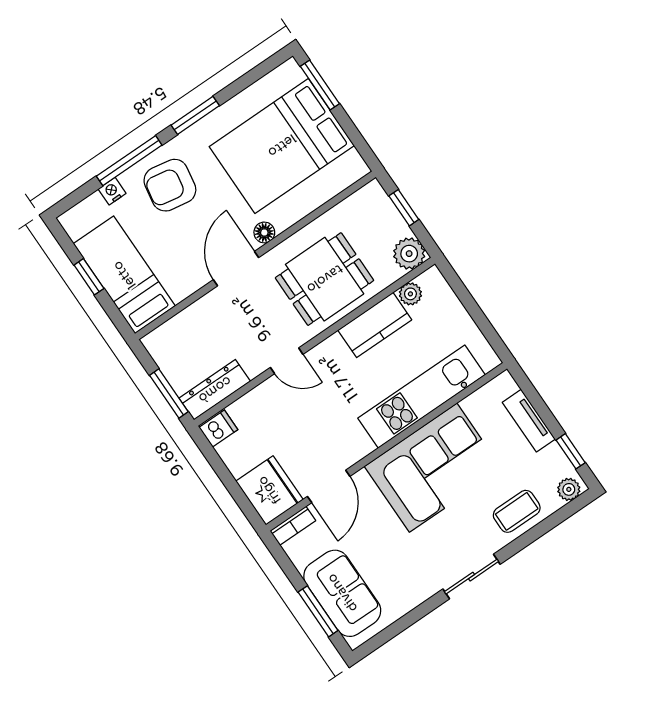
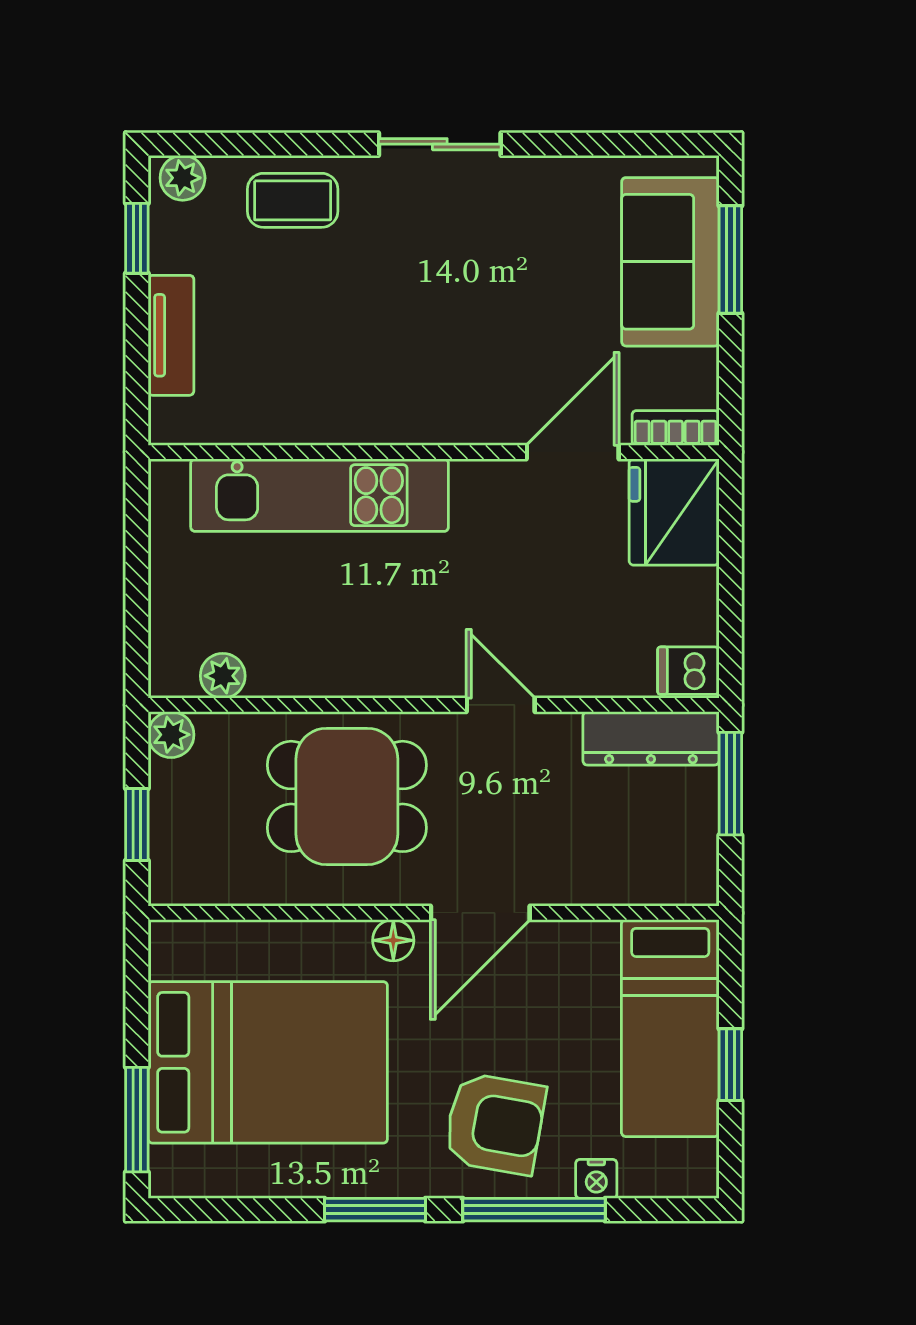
plant: (409, 254) -> (171, 735), width x0.73, depth x0.73
kitchen counter: (375, 325) -> (316, 665), removed
corner sofa: (433, 468) -> (380, 366), removed

